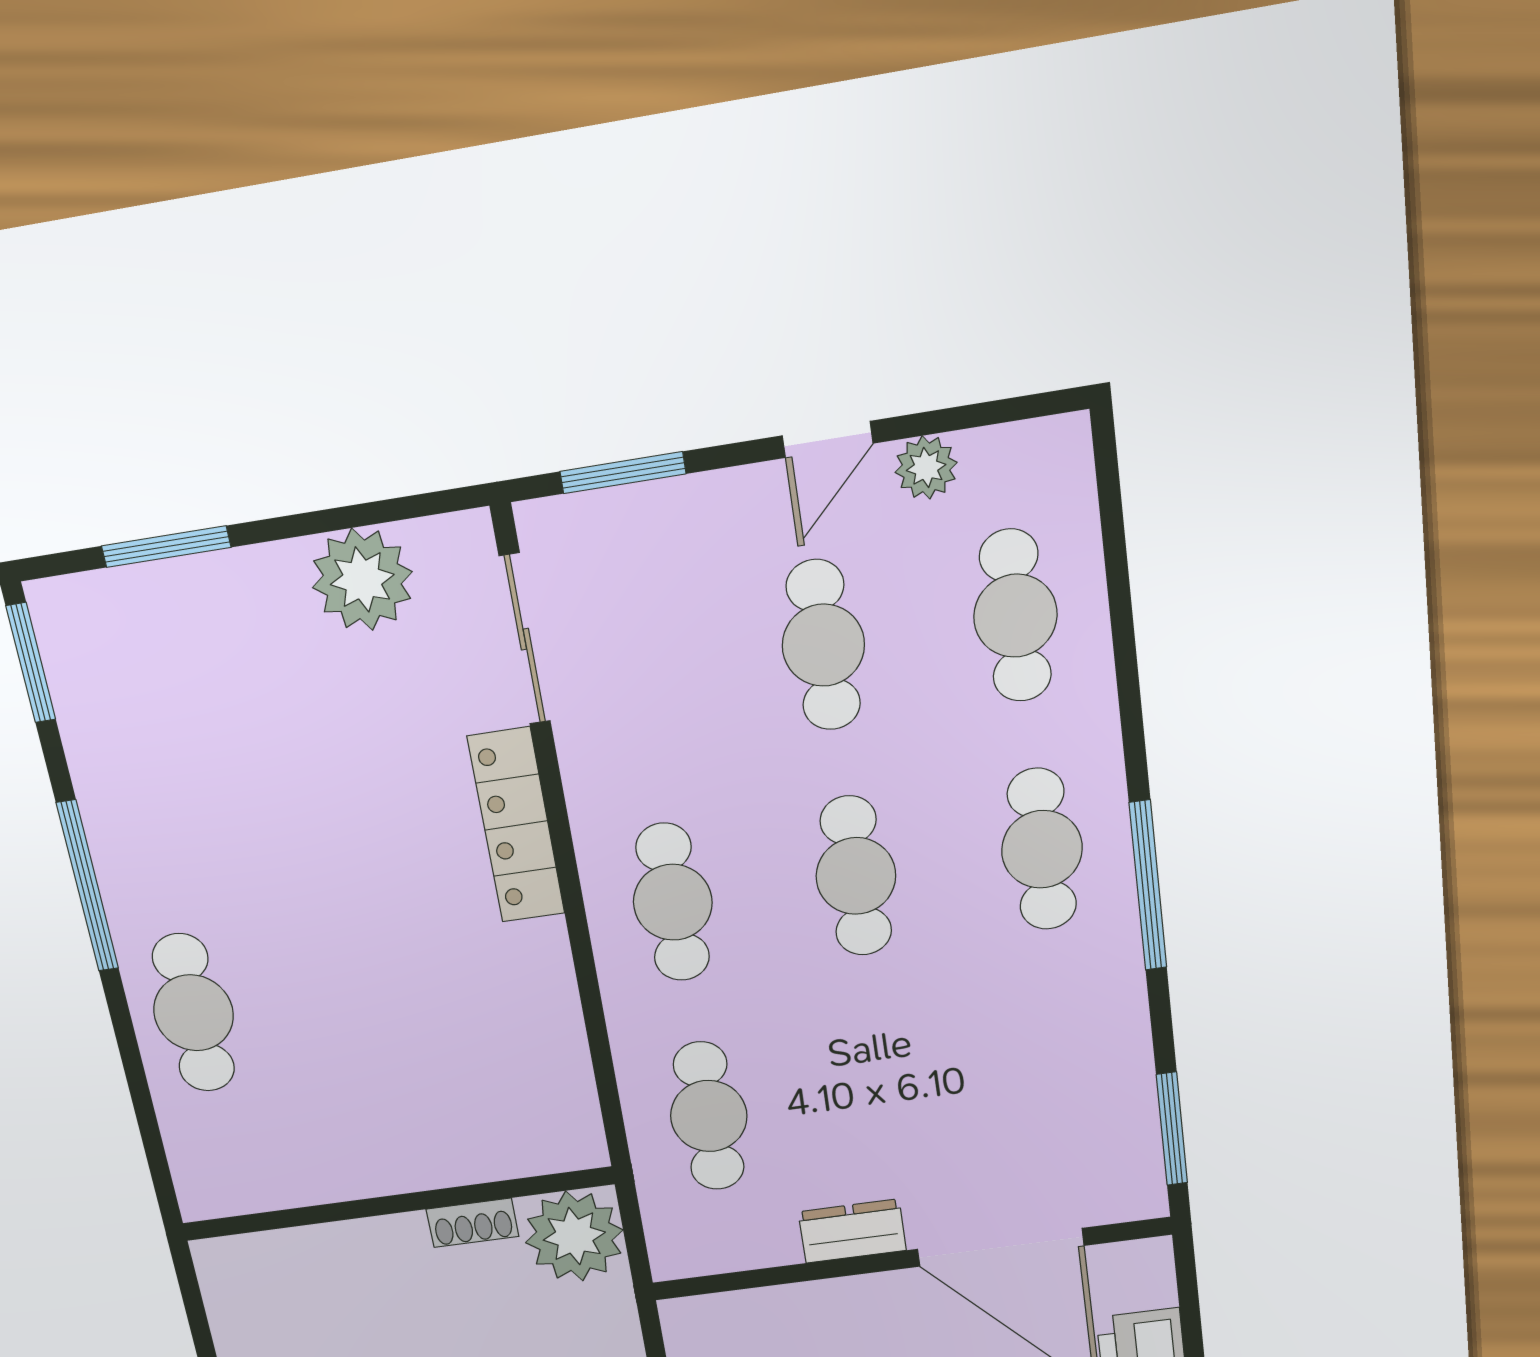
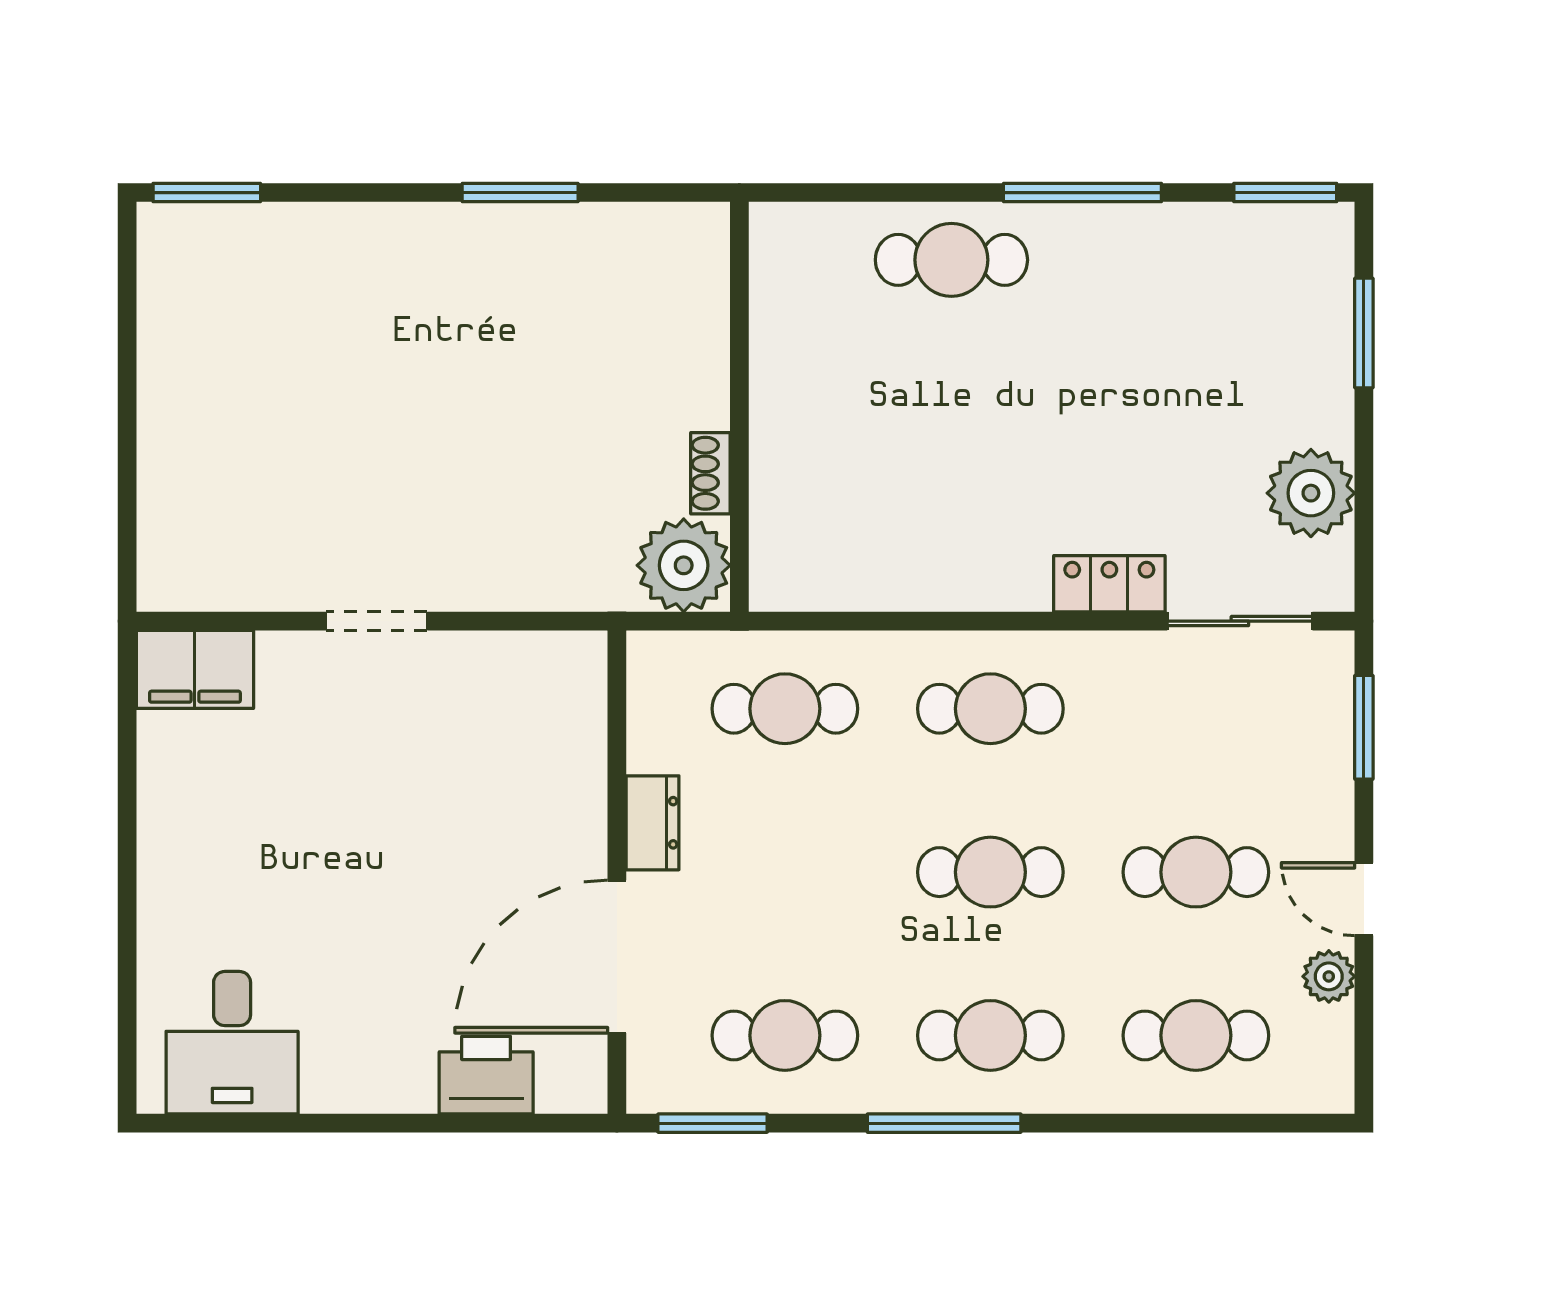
locker: (516, 825) -> (1109, 584), width x0.66
cafe table: (1067, 1068) -> (785, 1035), added

